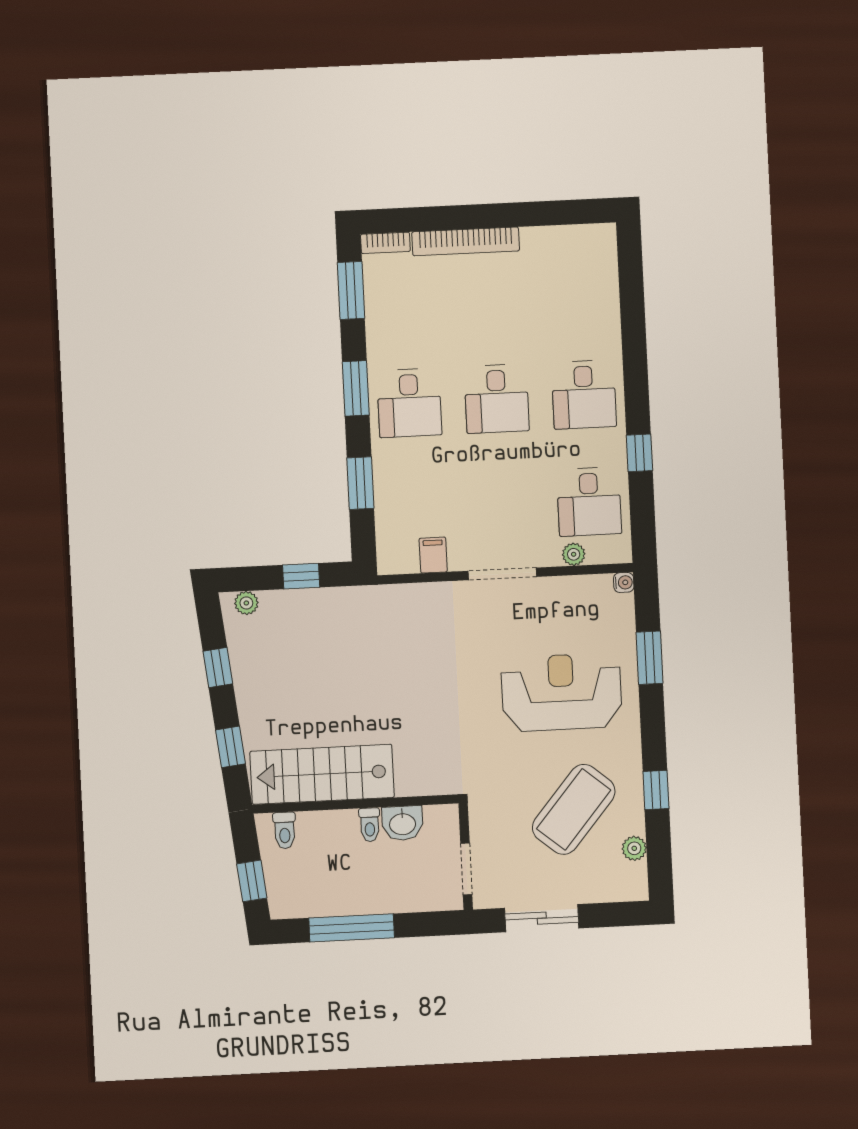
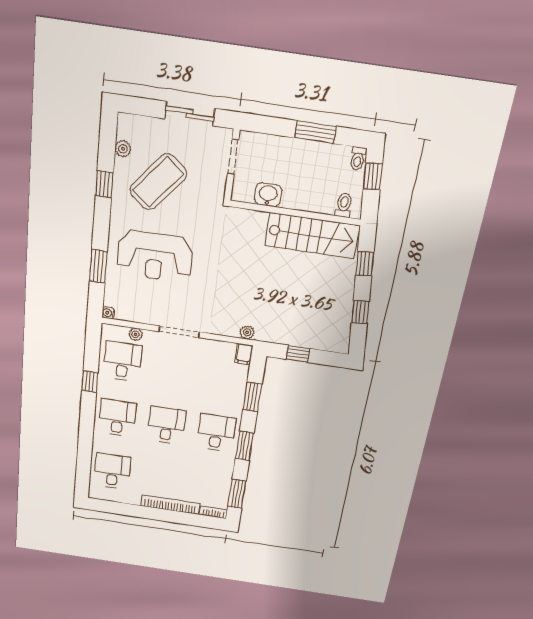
desk: (579, 287) -> (112, 471), added
filing cabinet: (433, 555) -> (244, 354), moved
plant: (246, 603) -> (247, 332), moved
toilet: (370, 825) -> (358, 159), moved, turned 180
window: (352, 928) -> (315, 132), width x0.69

